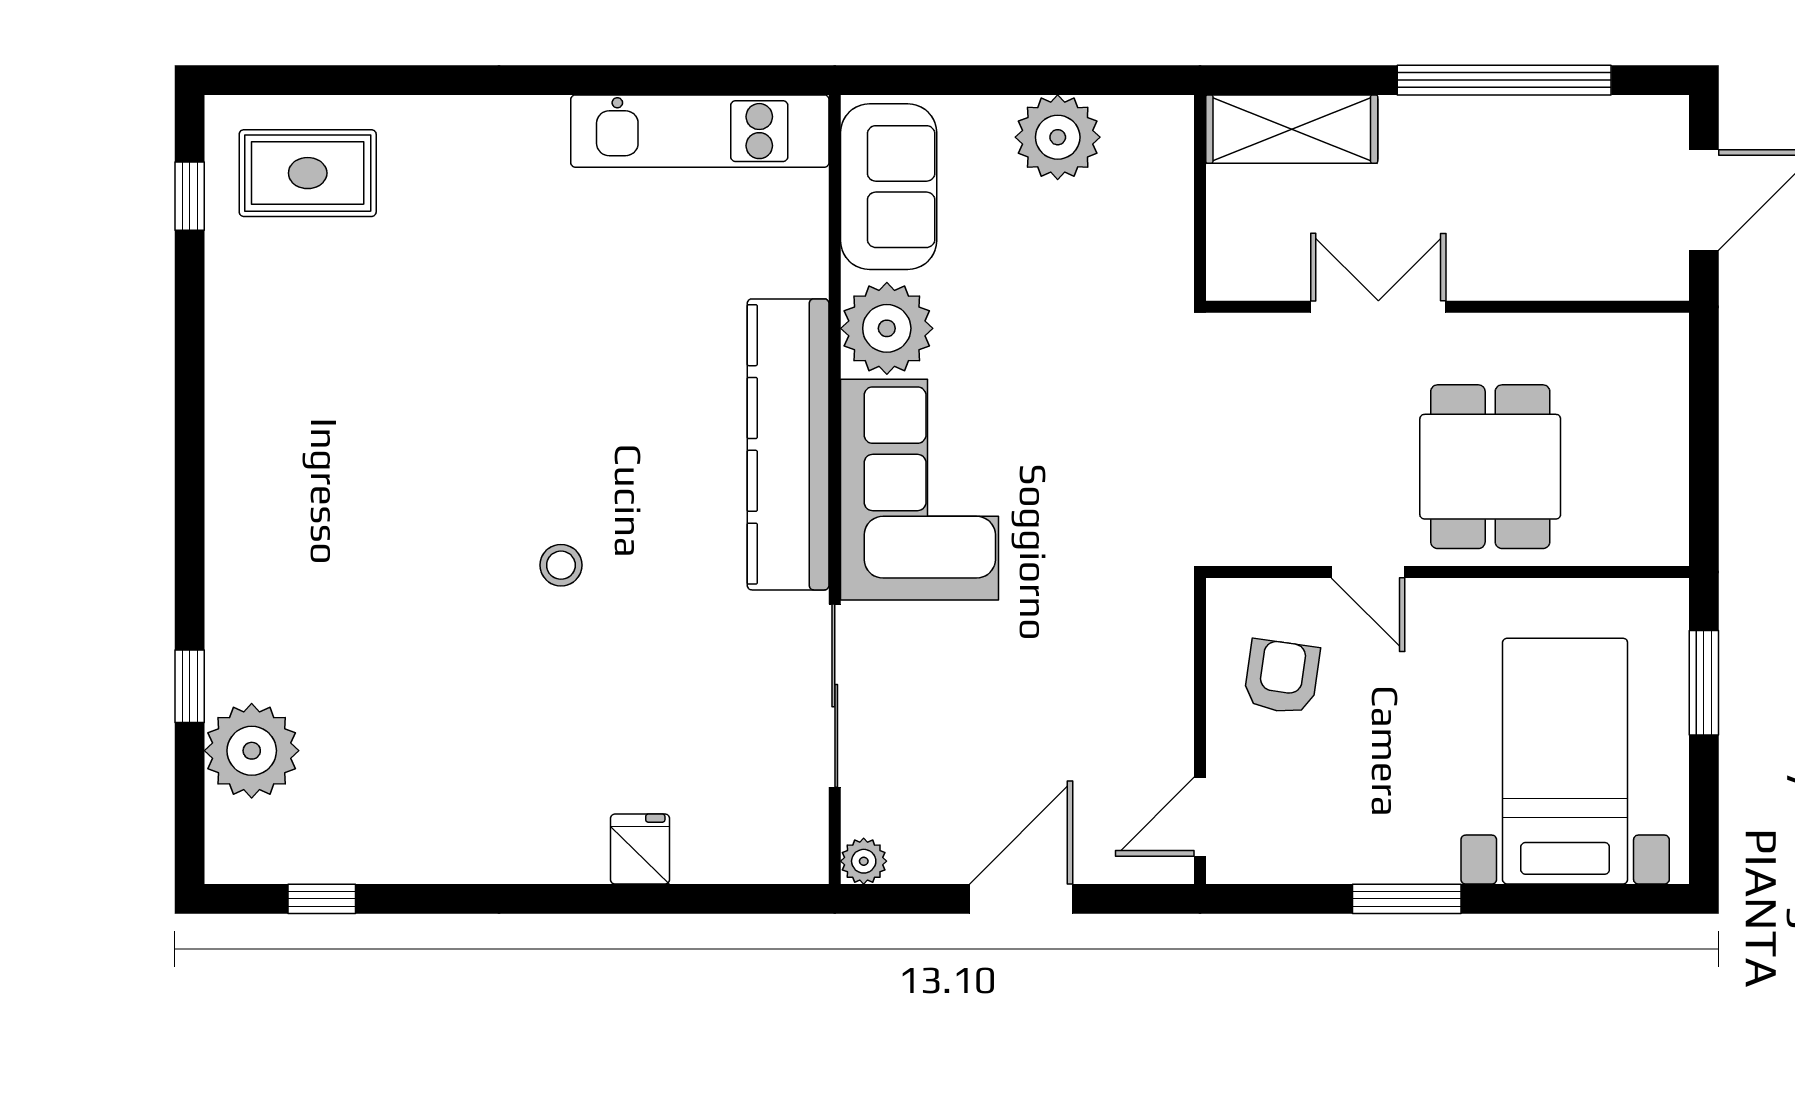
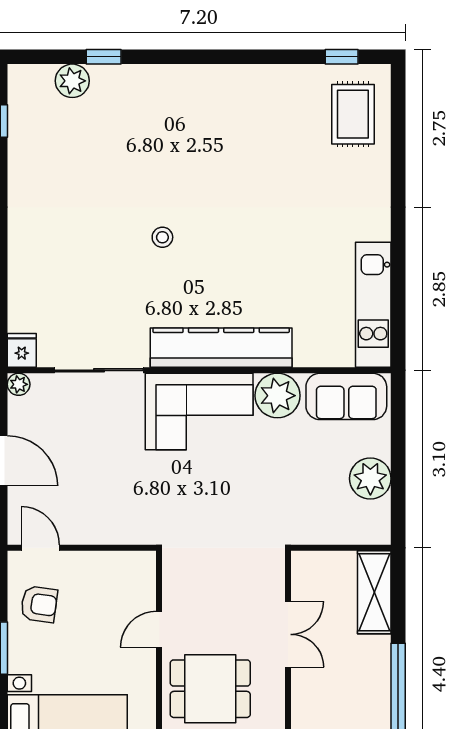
armchair: (1282, 677) -> (39, 604), moved
plant: (252, 751) -> (72, 81), width x0.73, depth x0.73
fridge: (640, 849) -> (22, 350), moved, turned -90

